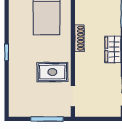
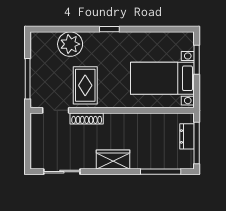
shoe rack: (79, 38) -> (87, 118), moved
plant: (19, 84) -> (70, 44), added

